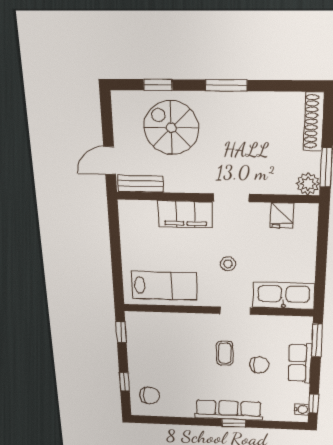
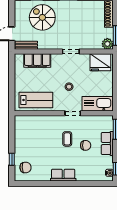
filing cabinet: (185, 214) -> (37, 61), moved
fridge: (282, 215) -> (100, 62), width x1.88, depth x1.34
window: (121, 332) -> (12, 128), removed
row of seats: (228, 410) -> (63, 175), width x0.68
window: (234, 423) -> (72, 184), removed

